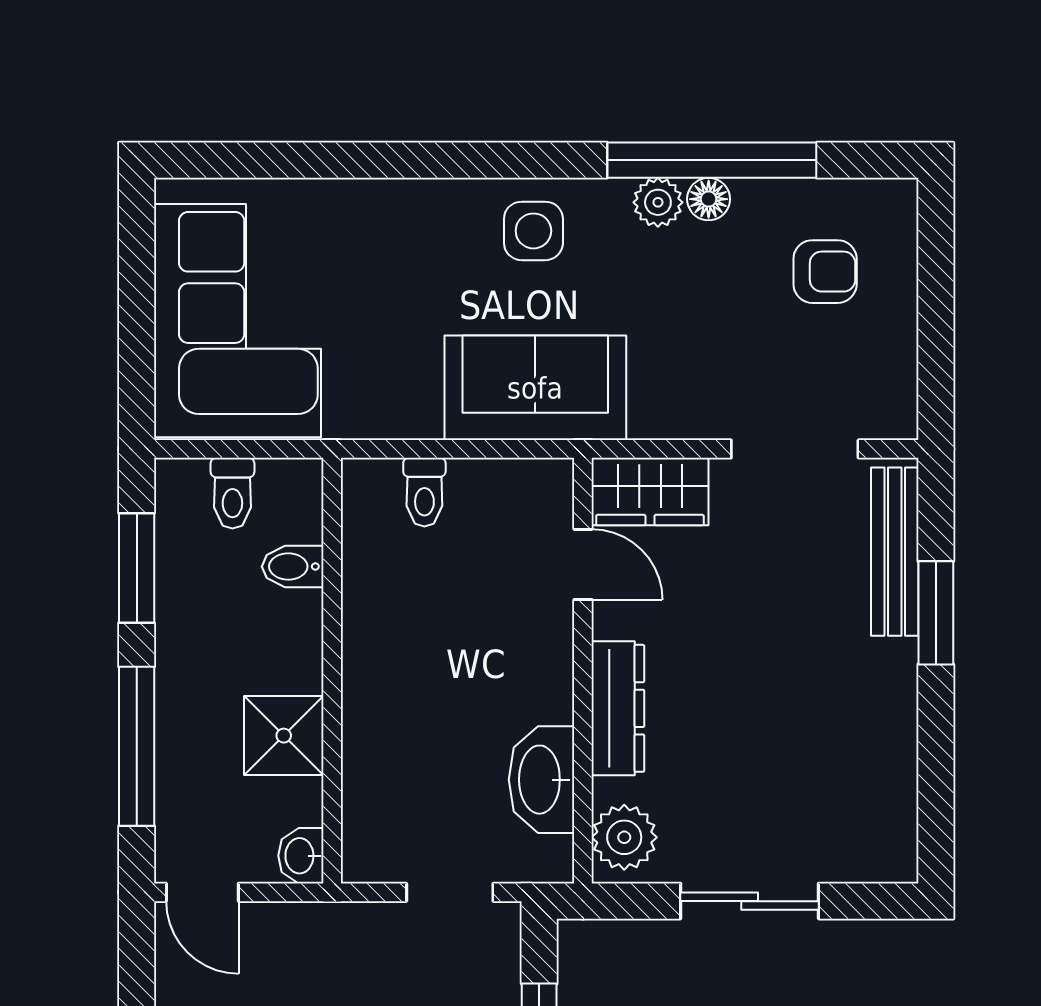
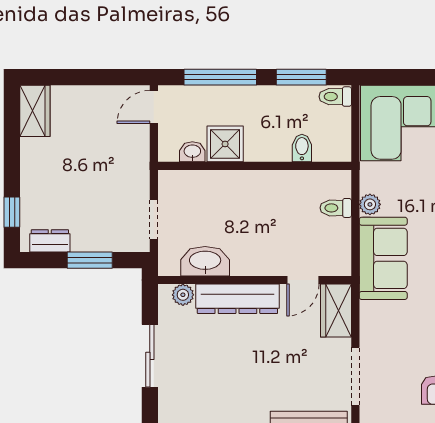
plant: (417, 417) -> (370, 204), added
toilet: (232, 493) -> (335, 97), moved
dresser: (618, 708) -> (237, 299), width x1.37, depth x1.24
plant: (624, 837) -> (183, 295), width x0.73, depth x0.73
washbasin: (301, 856) -> (192, 152), moved

